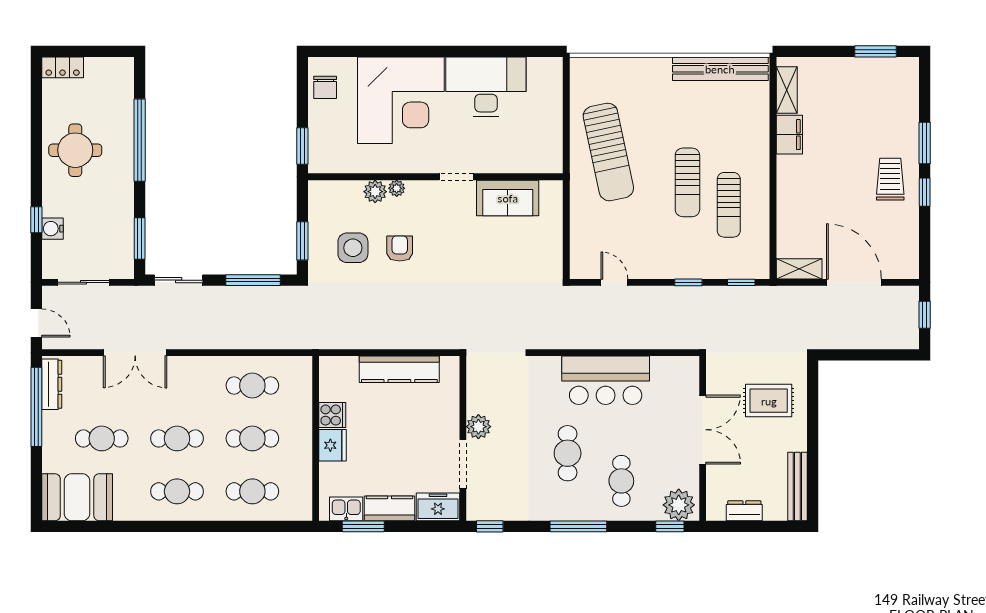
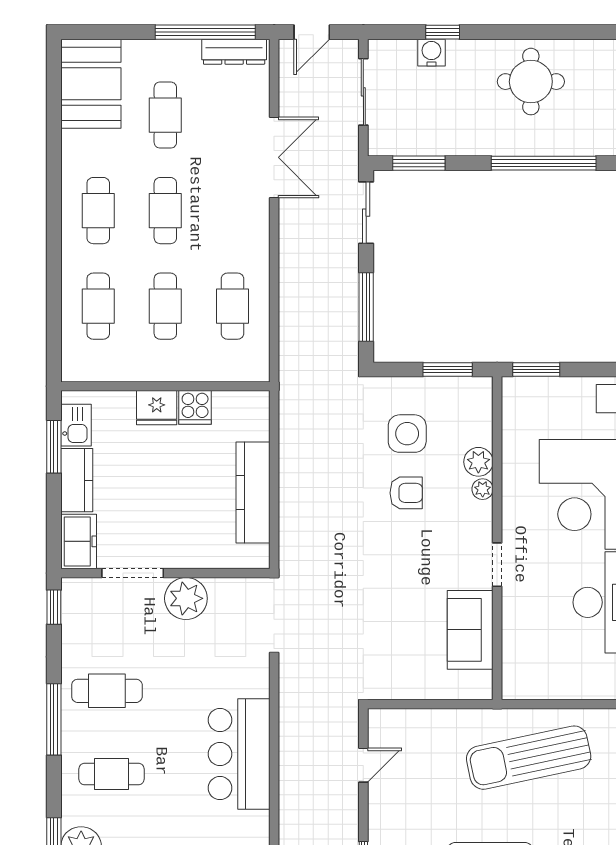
window: (302, 241) -> (448, 370), moved
double door: (135, 353) -> (274, 157), swing flipped
plant: (478, 427) -> (186, 598), width x1.36, depth x1.36
cafe table: (568, 453) -> (107, 691), moved

